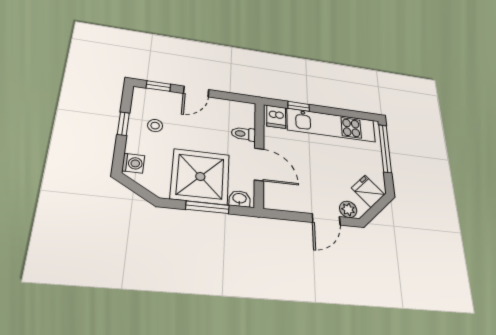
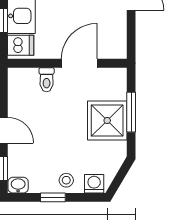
stool: (155, 126) -> (66, 180), moved
shower: (200, 176) -> (107, 121), width x0.73, depth x0.73
washbasin: (240, 199) -> (18, 185), moved, turned 90

